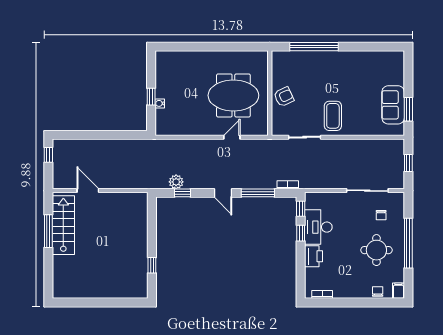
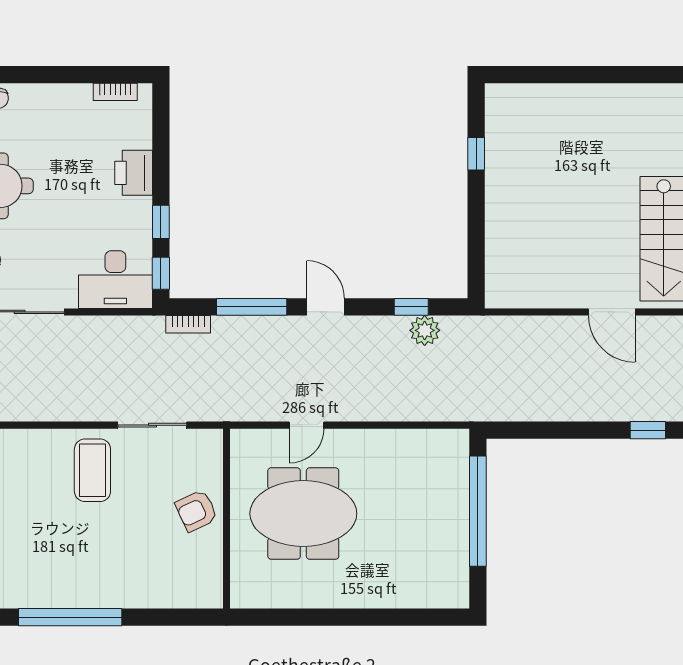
window: (314, 47) -> (70, 617), moved
window: (151, 97) -> (478, 511), width x3.17
water cooler: (160, 103) -> (460, 497), removed
window: (71, 135) -> (648, 430), added
desk: (318, 227) -> (115, 280), moved, turned 90

